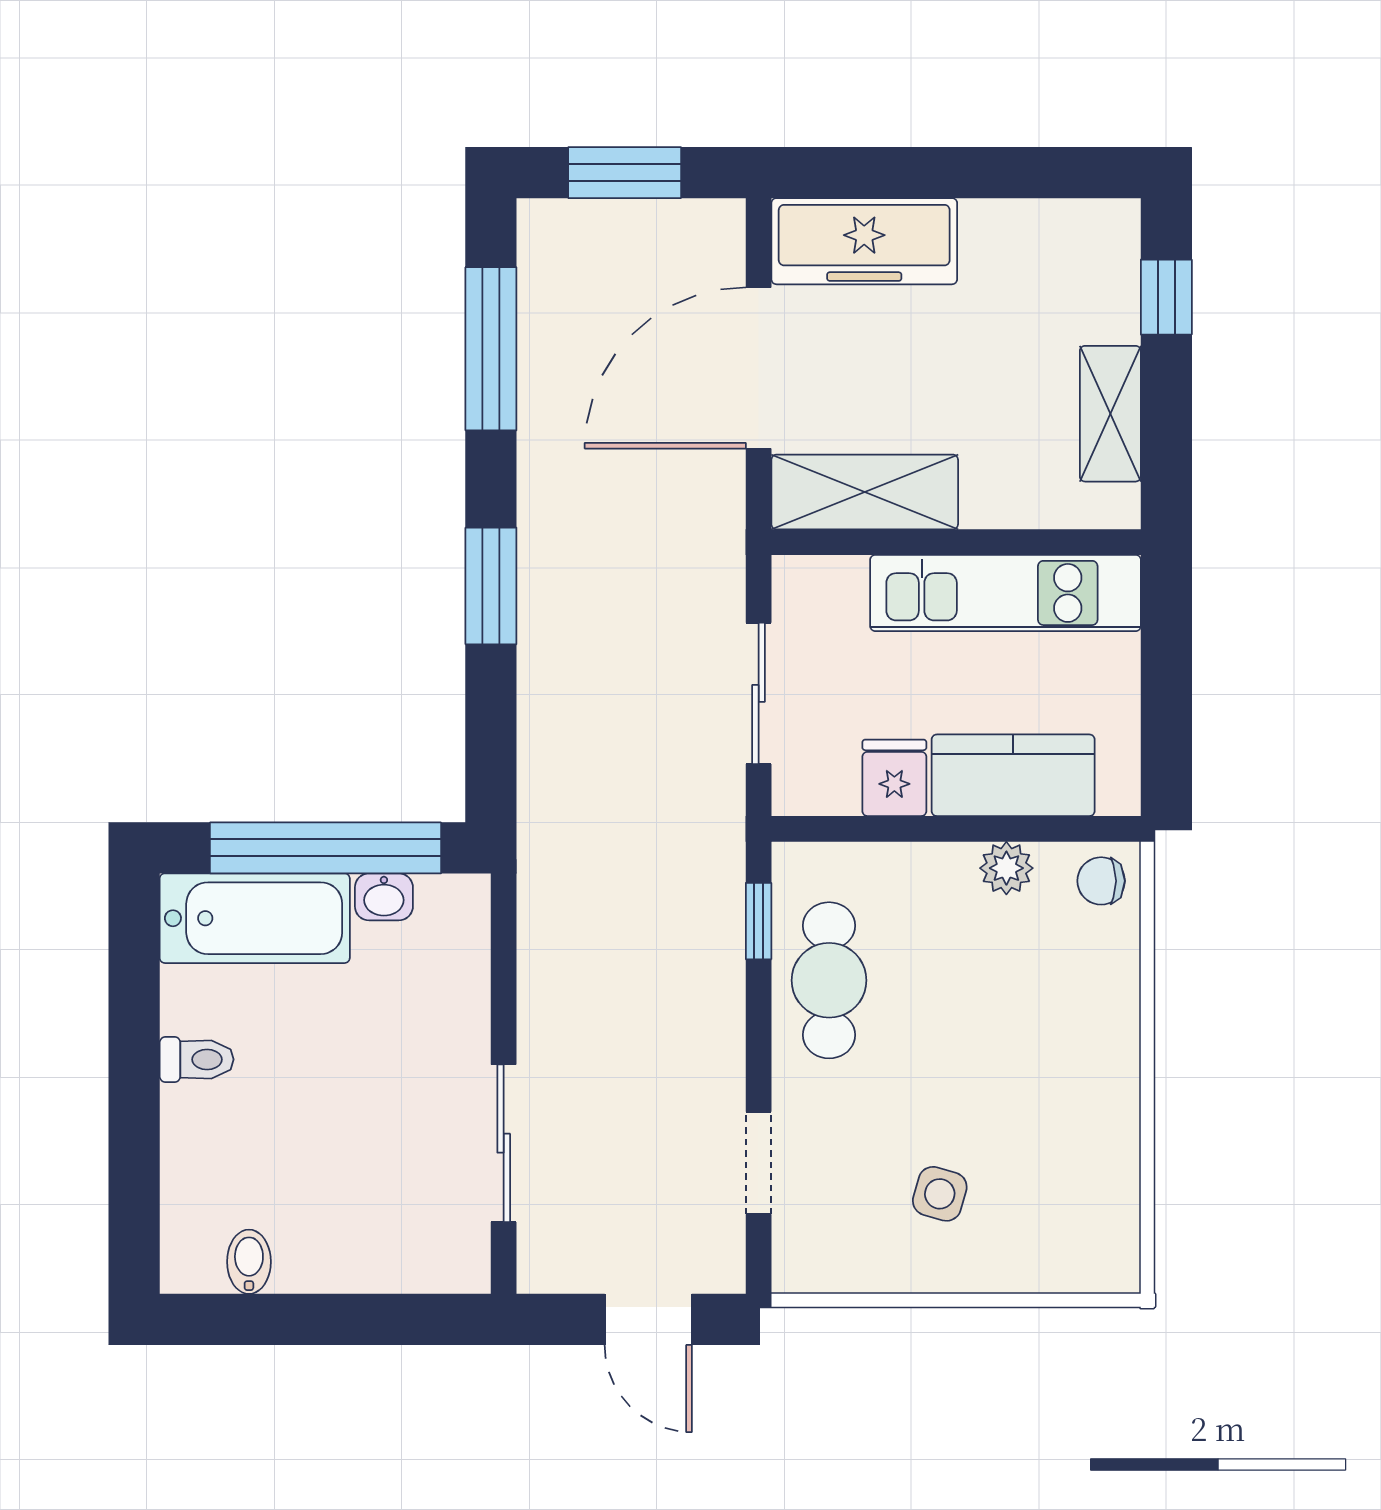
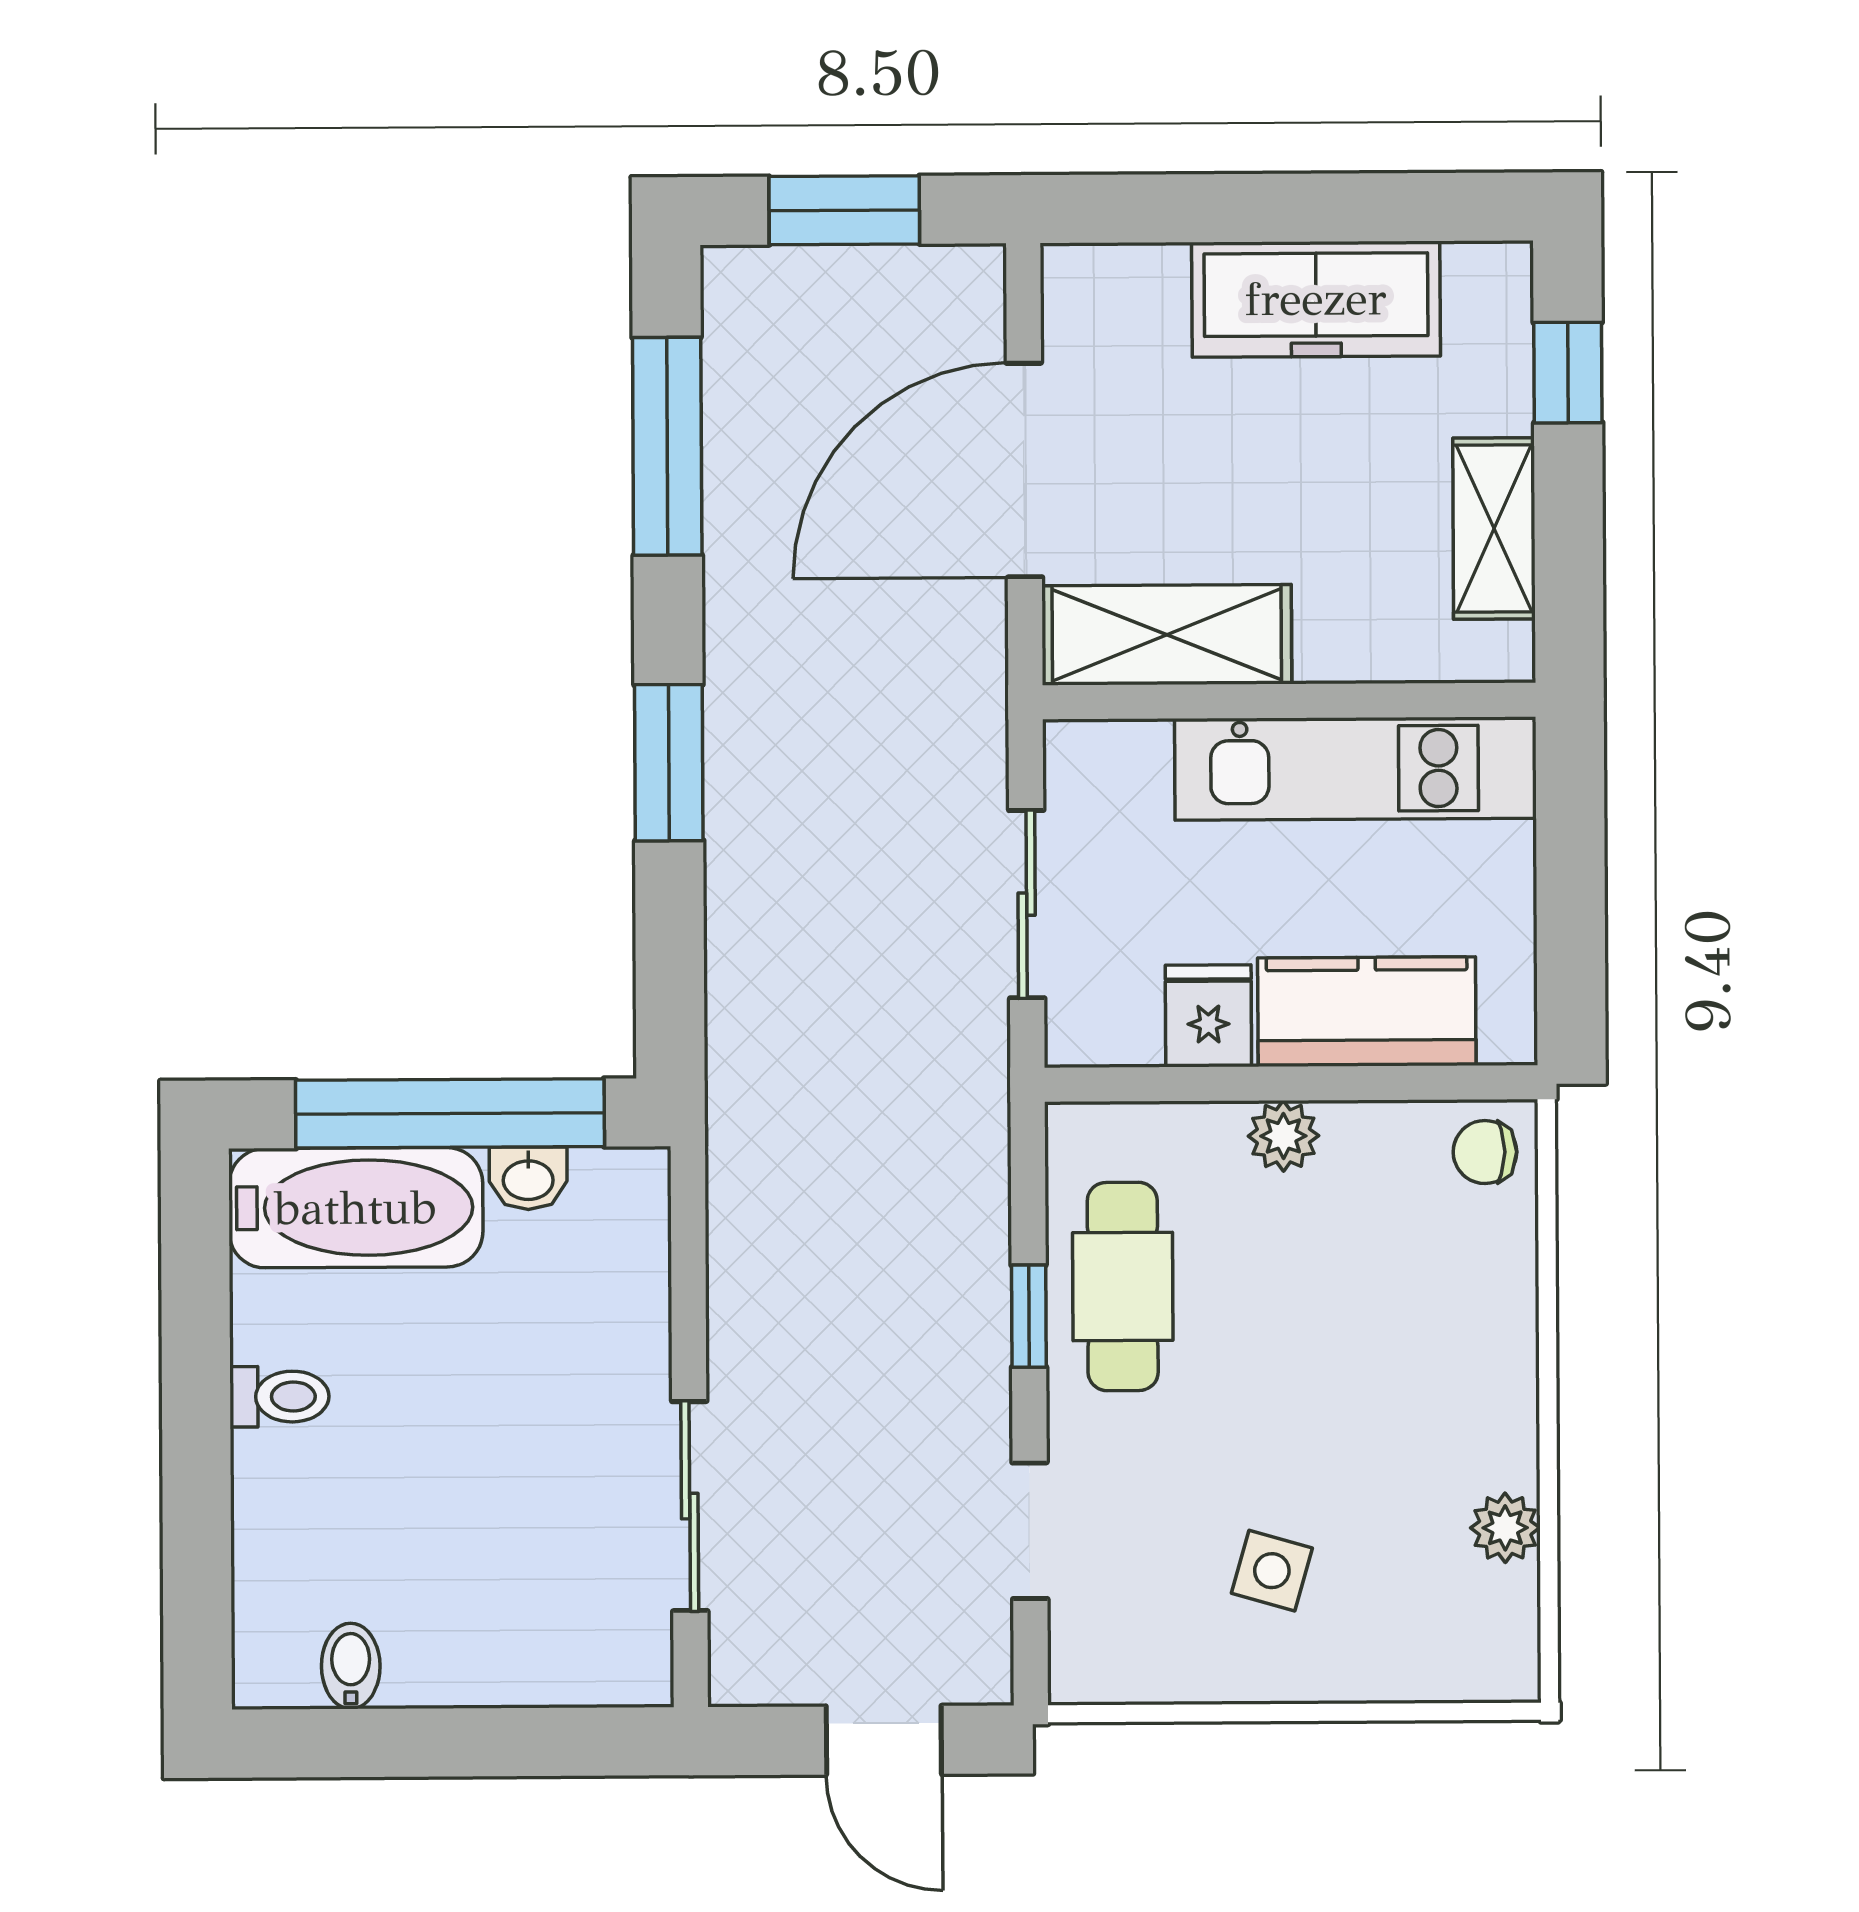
freezer: (864, 241) -> (1316, 299), moved
plant: (1006, 868) -> (1283, 1136), moved
window: (759, 921) -> (1029, 1316), moved
plant: (1115, 1163) -> (1505, 1528), added

